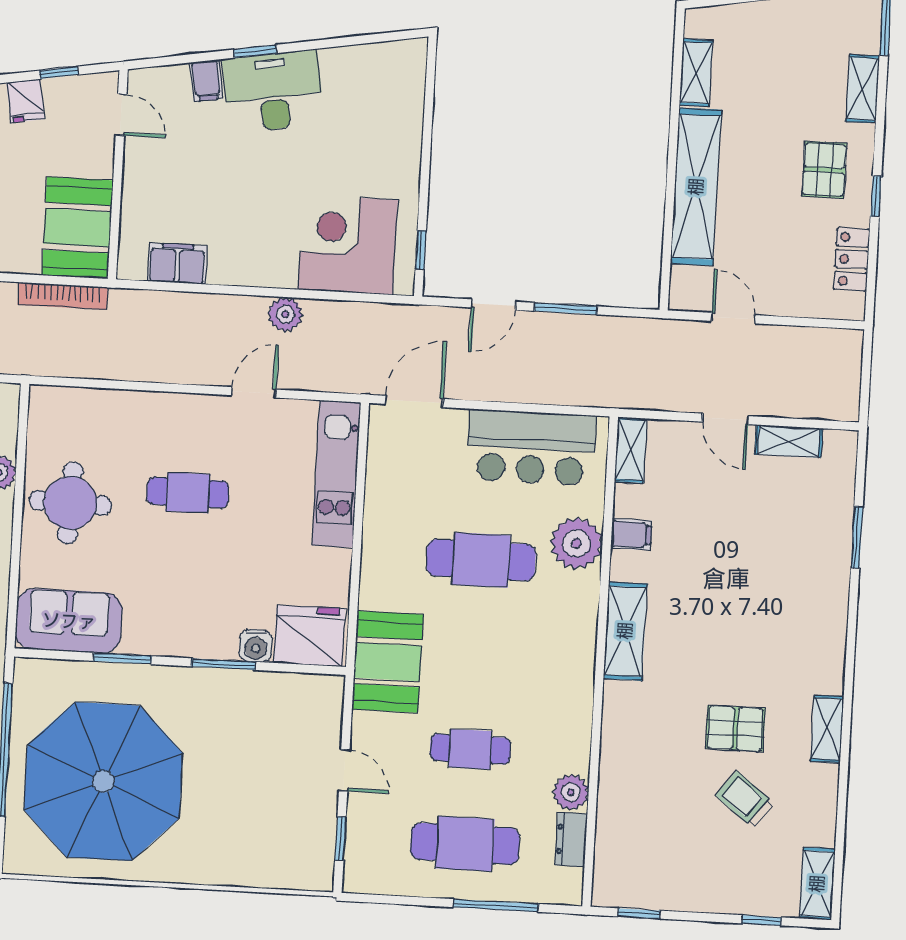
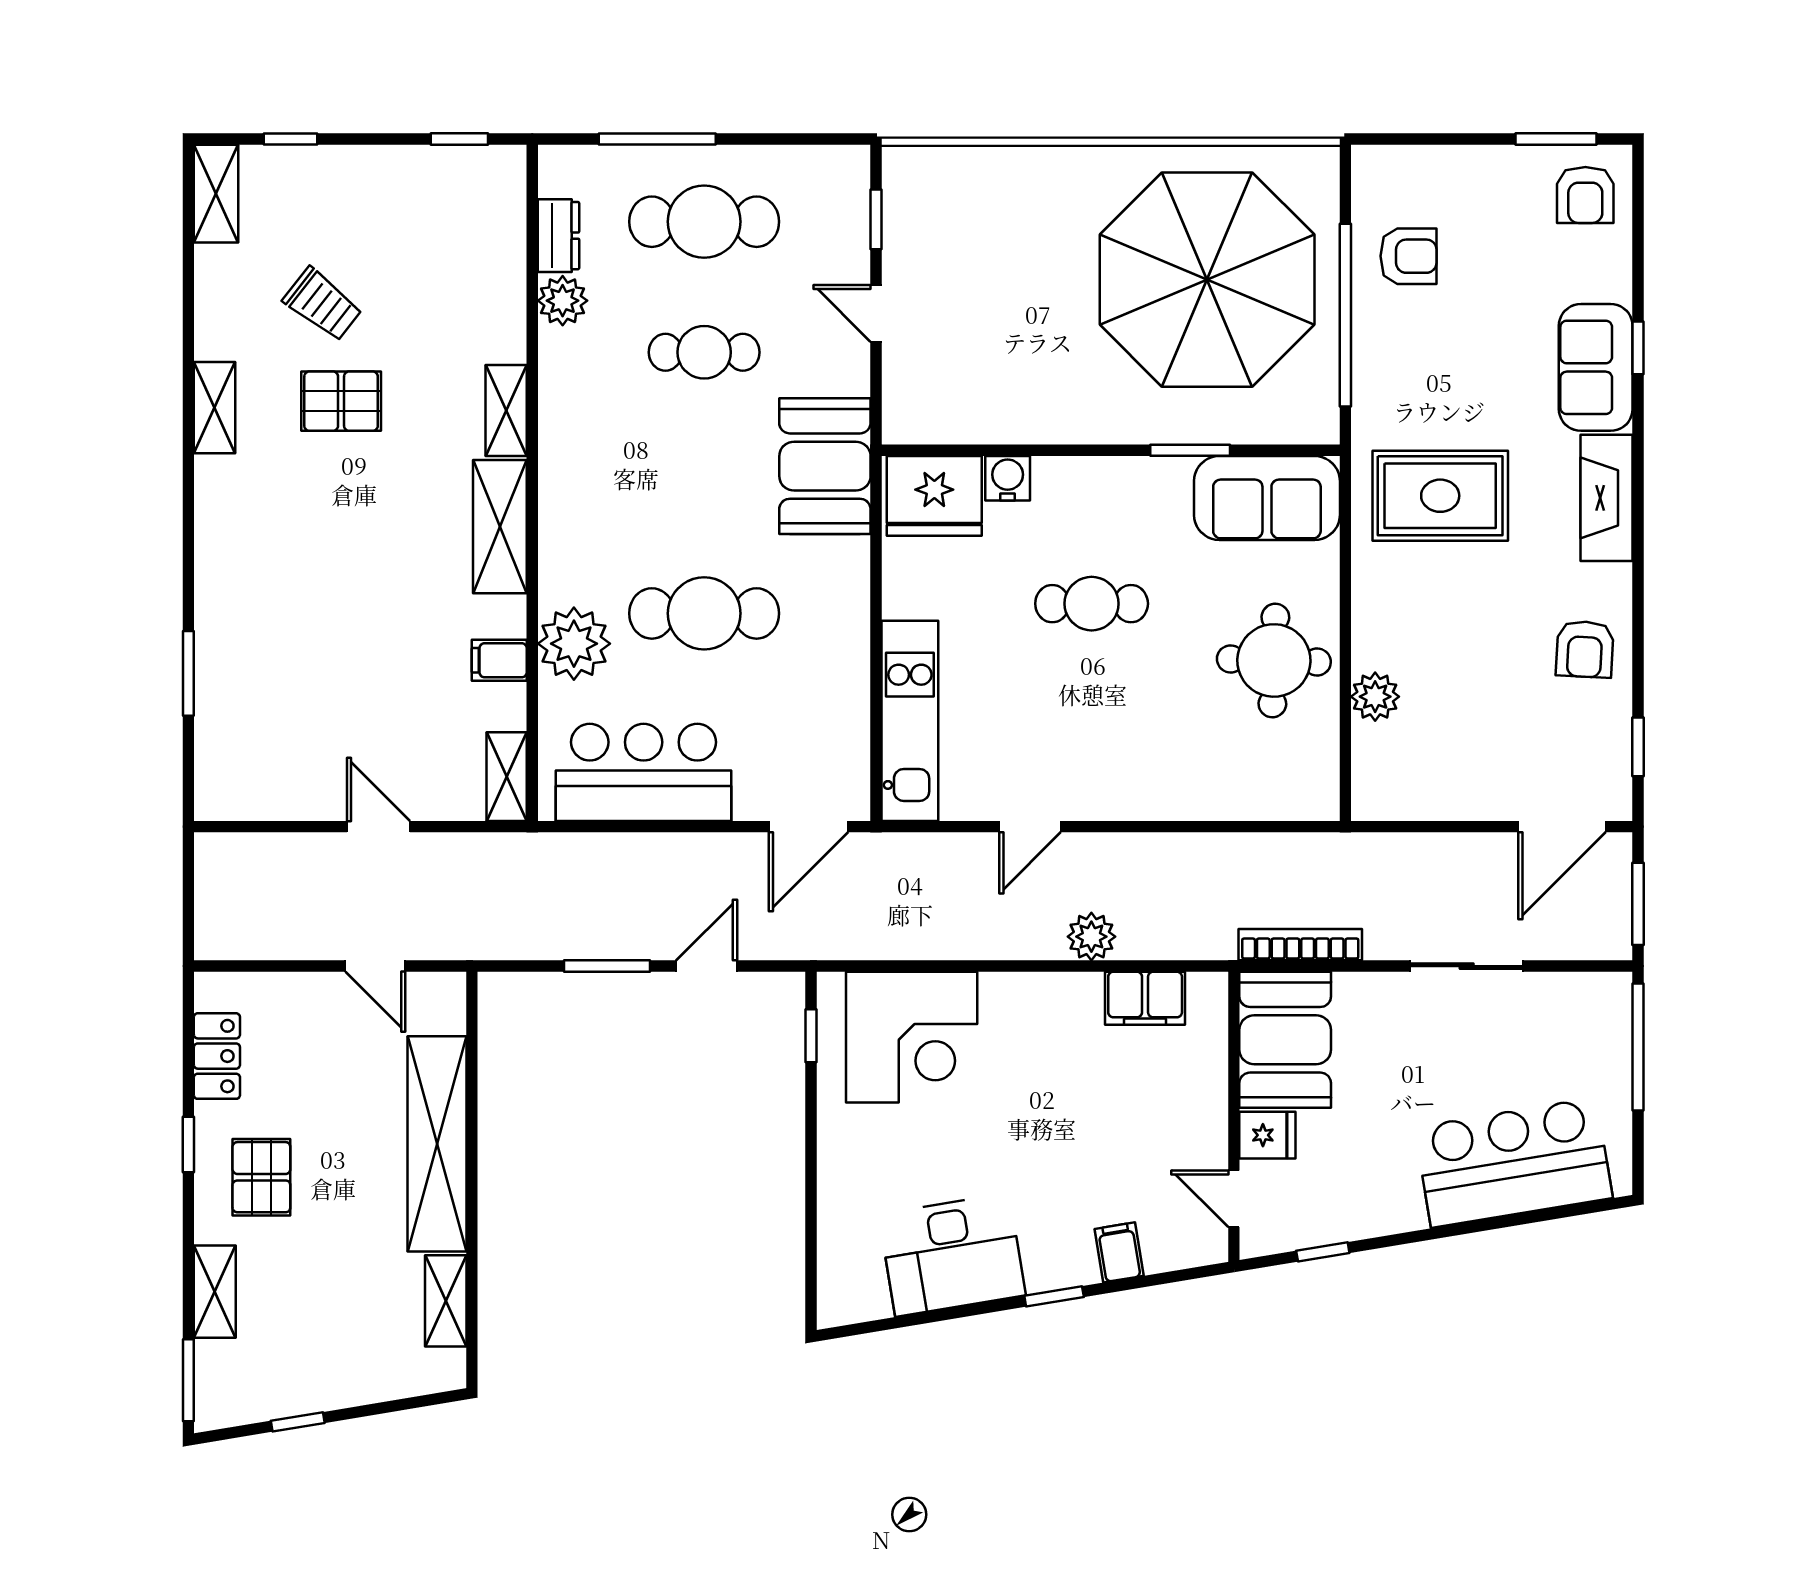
desk: (273, 91) -> (952, 1255), moved
fridge: (25, 101) -> (1267, 1135), moved, turned 99
plant: (285, 314) -> (1091, 937), moved
shelving: (789, 441) -> (506, 410), moved, turned 90
cafe table: (188, 493) -> (1092, 604), moved
window: (223, 664) -> (1051, 450), removed

